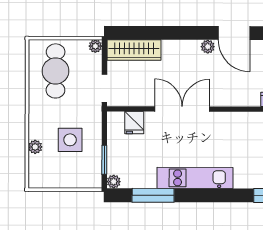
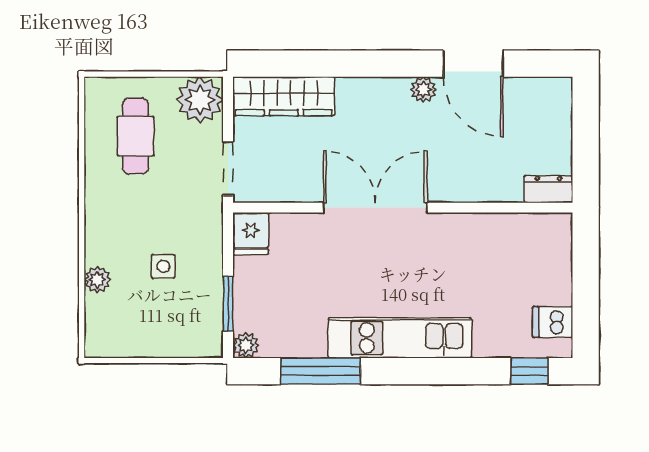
plant: (95, 46) -> (200, 100), width x1.88, depth x1.88
cafe table: (56, 71) -> (135, 136), width x0.73, depth x0.74
fridge: (134, 123) -> (251, 234), moved
side table: (70, 140) -> (163, 266), width x0.54, depth x0.54

